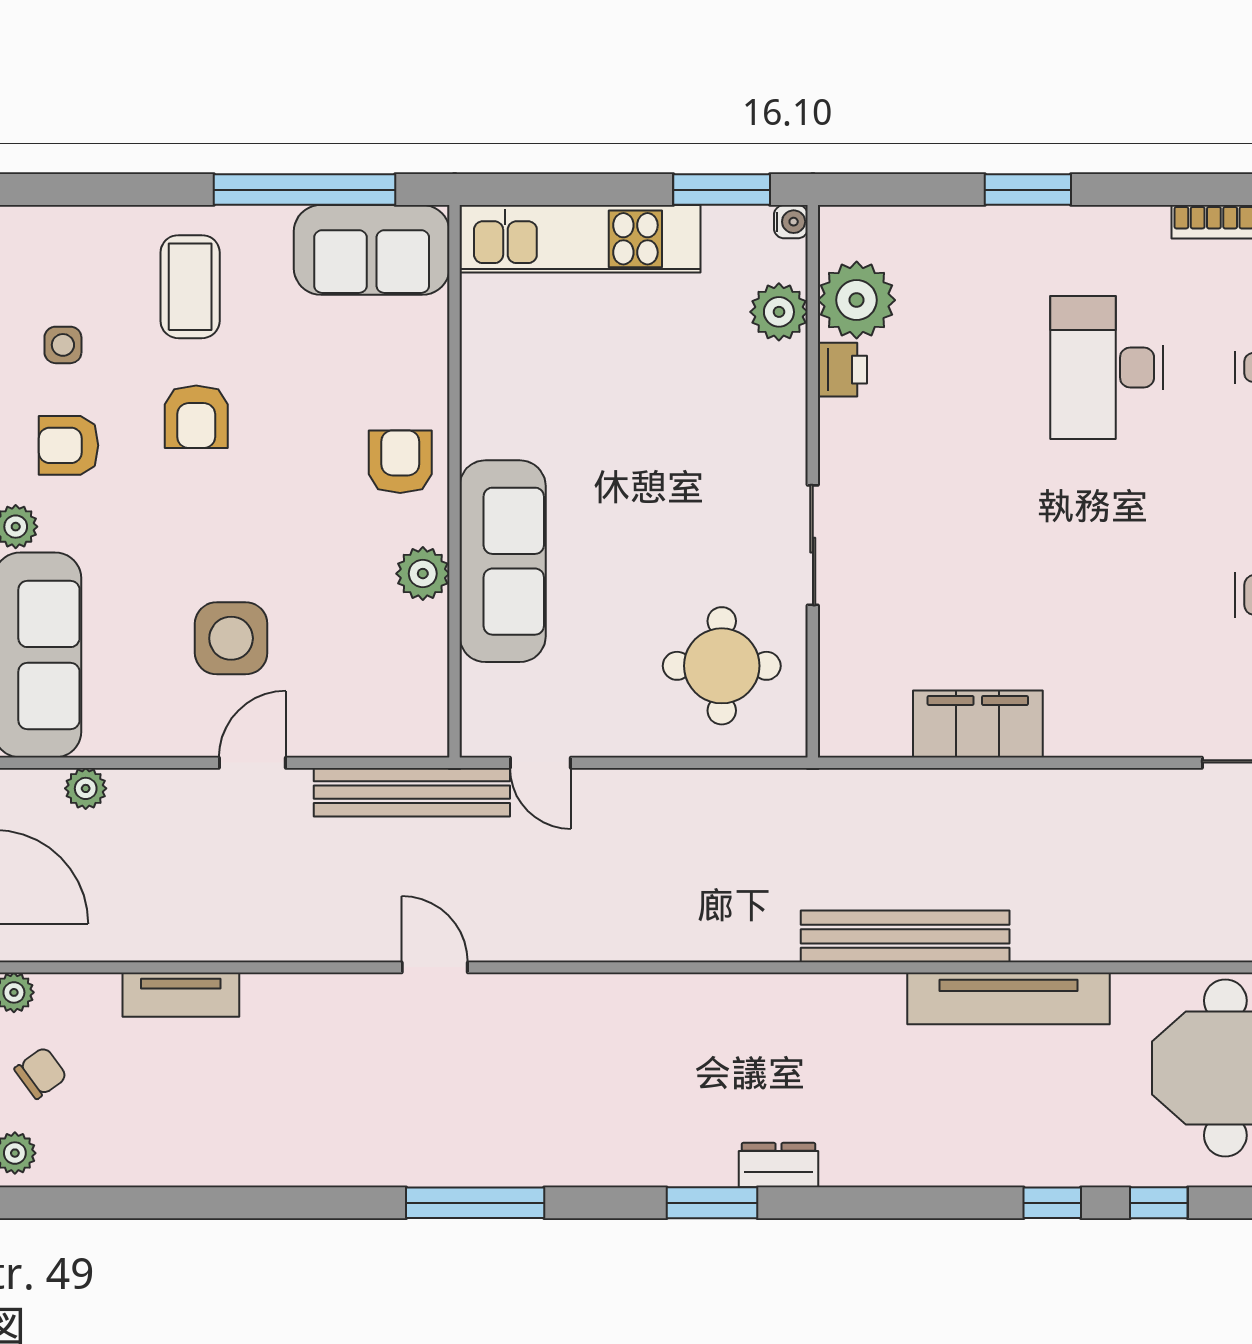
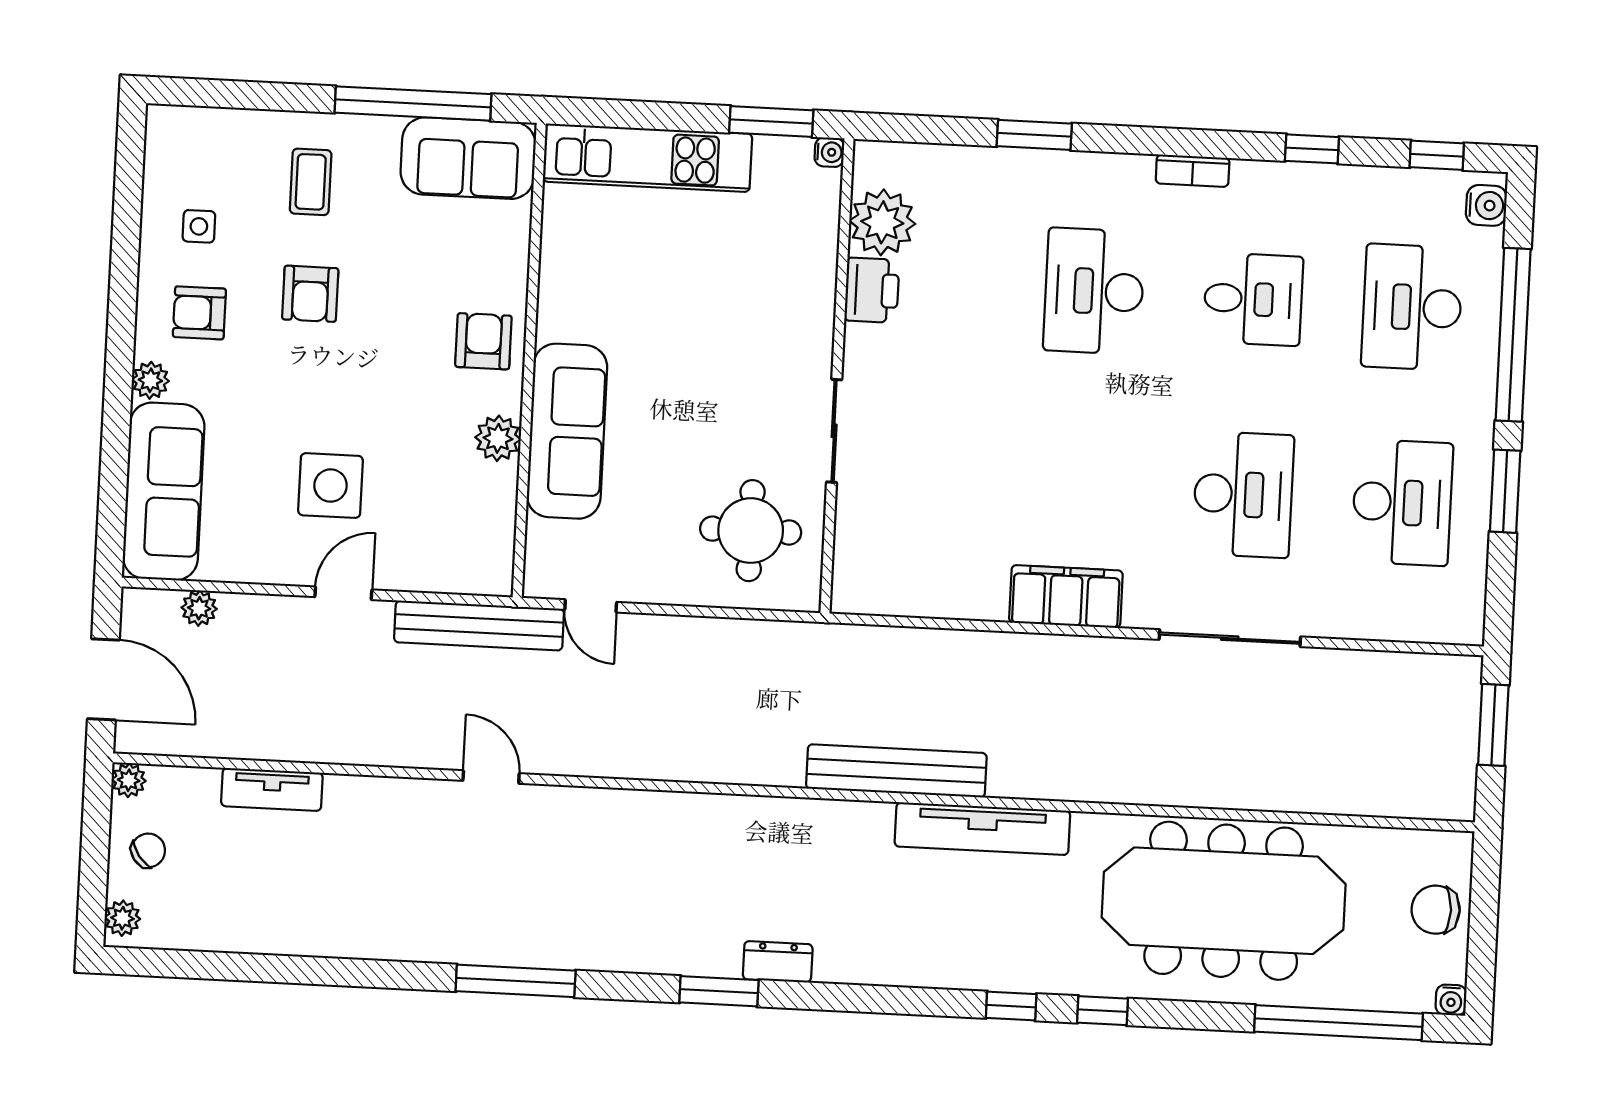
coffee table: (190, 287) -> (311, 182), width x0.73, depth x0.77
plant: (779, 312) -> (815, 229), removed
printer: (842, 370) -> (872, 290), width x1.36, depth x1.24
filing cabinet: (978, 724) -> (1066, 597), moved

